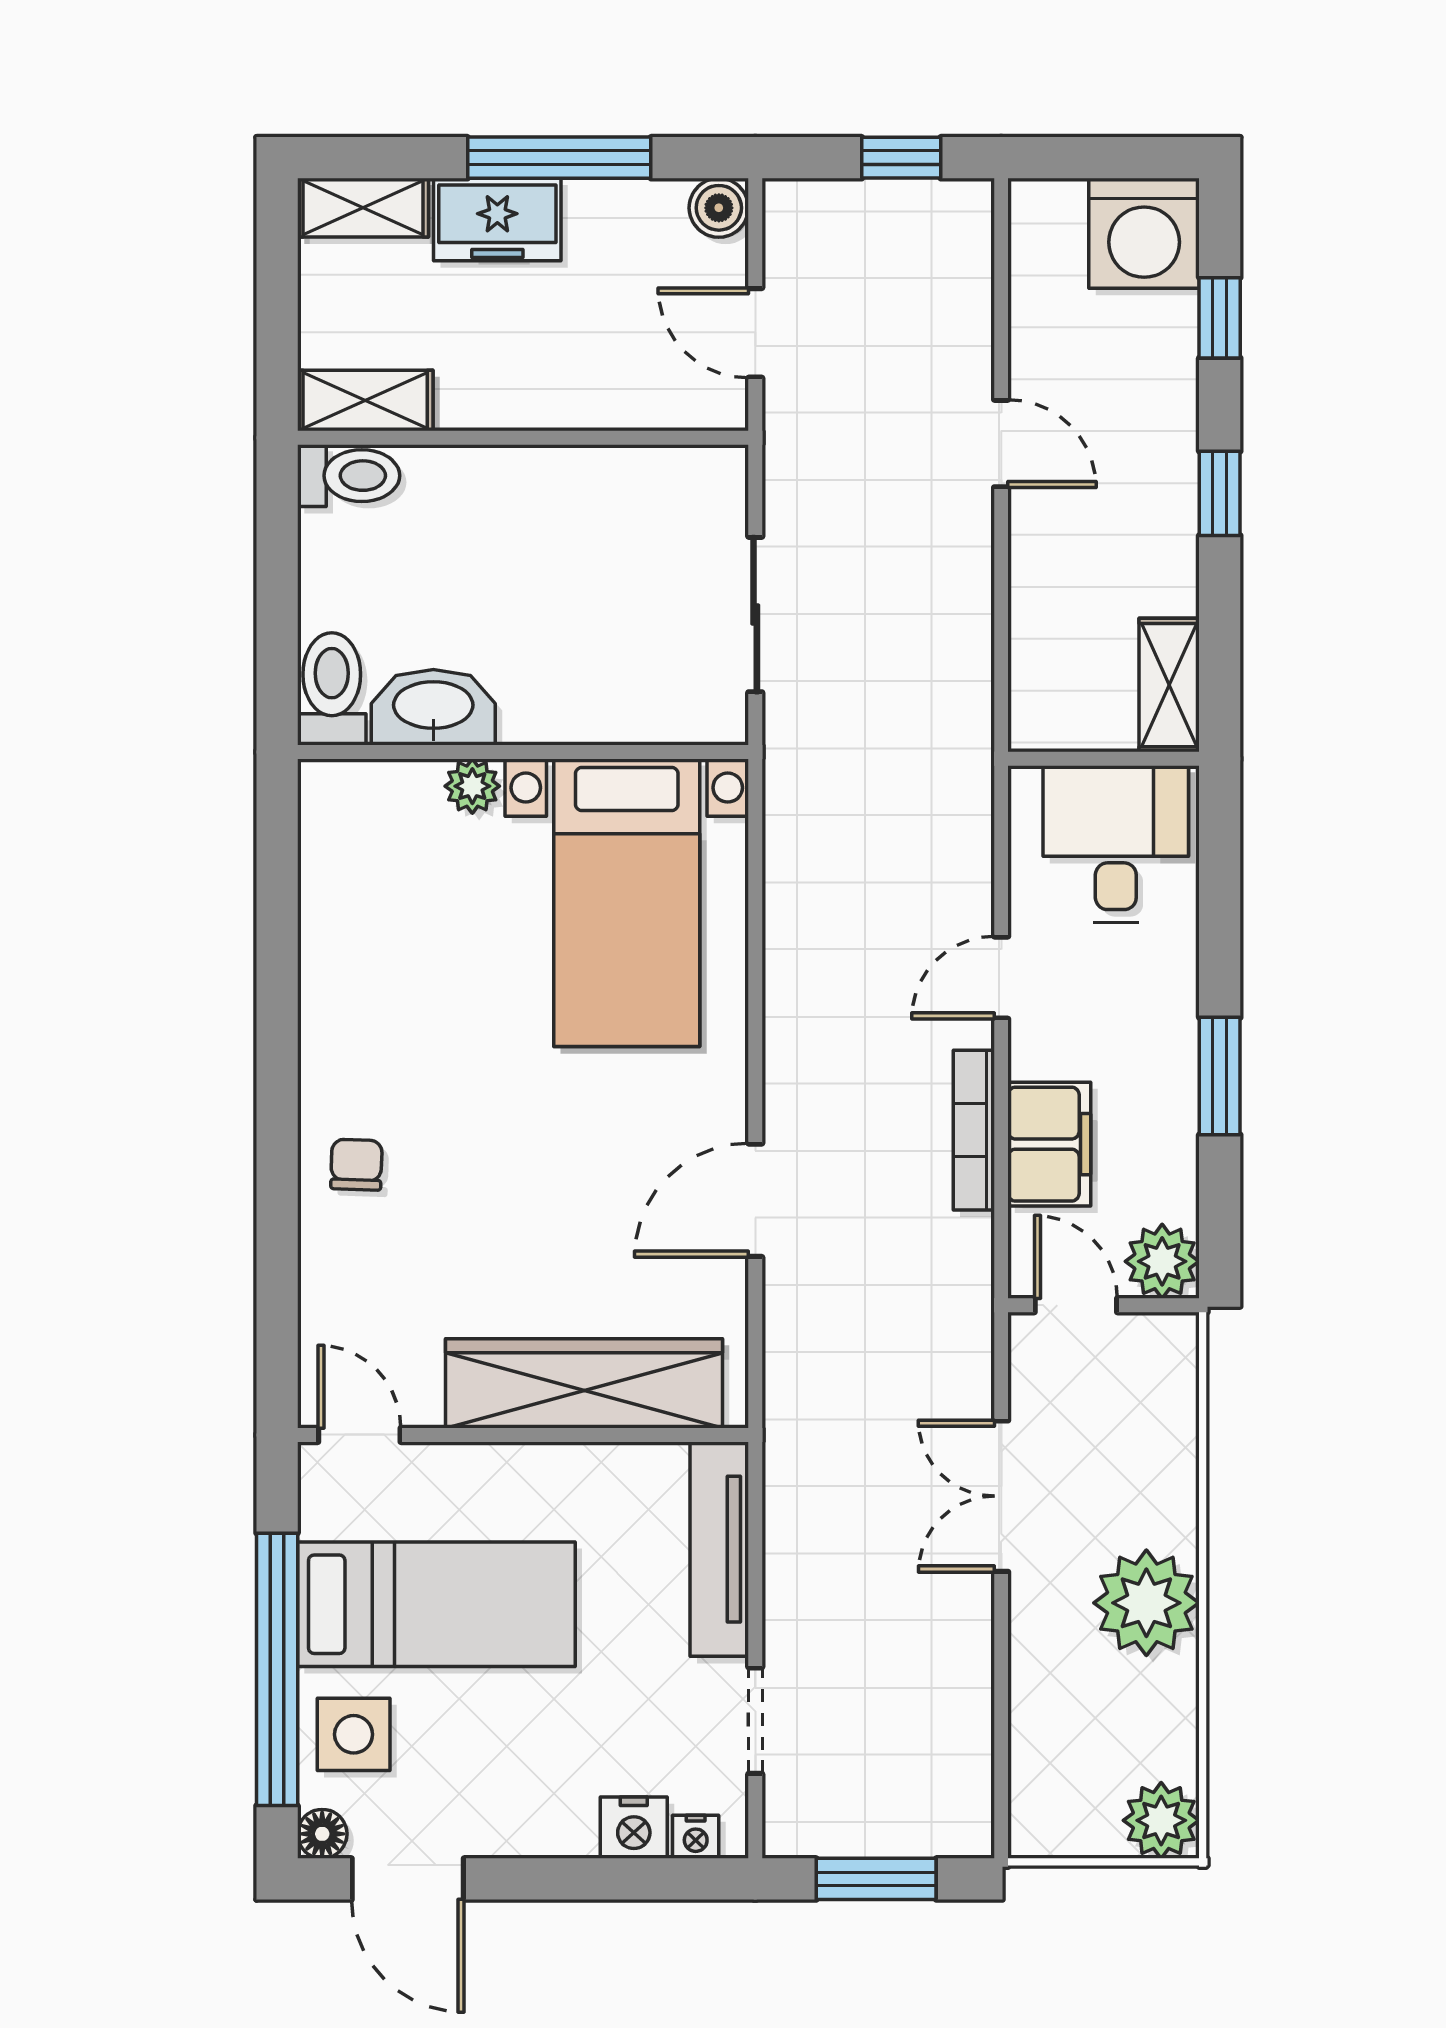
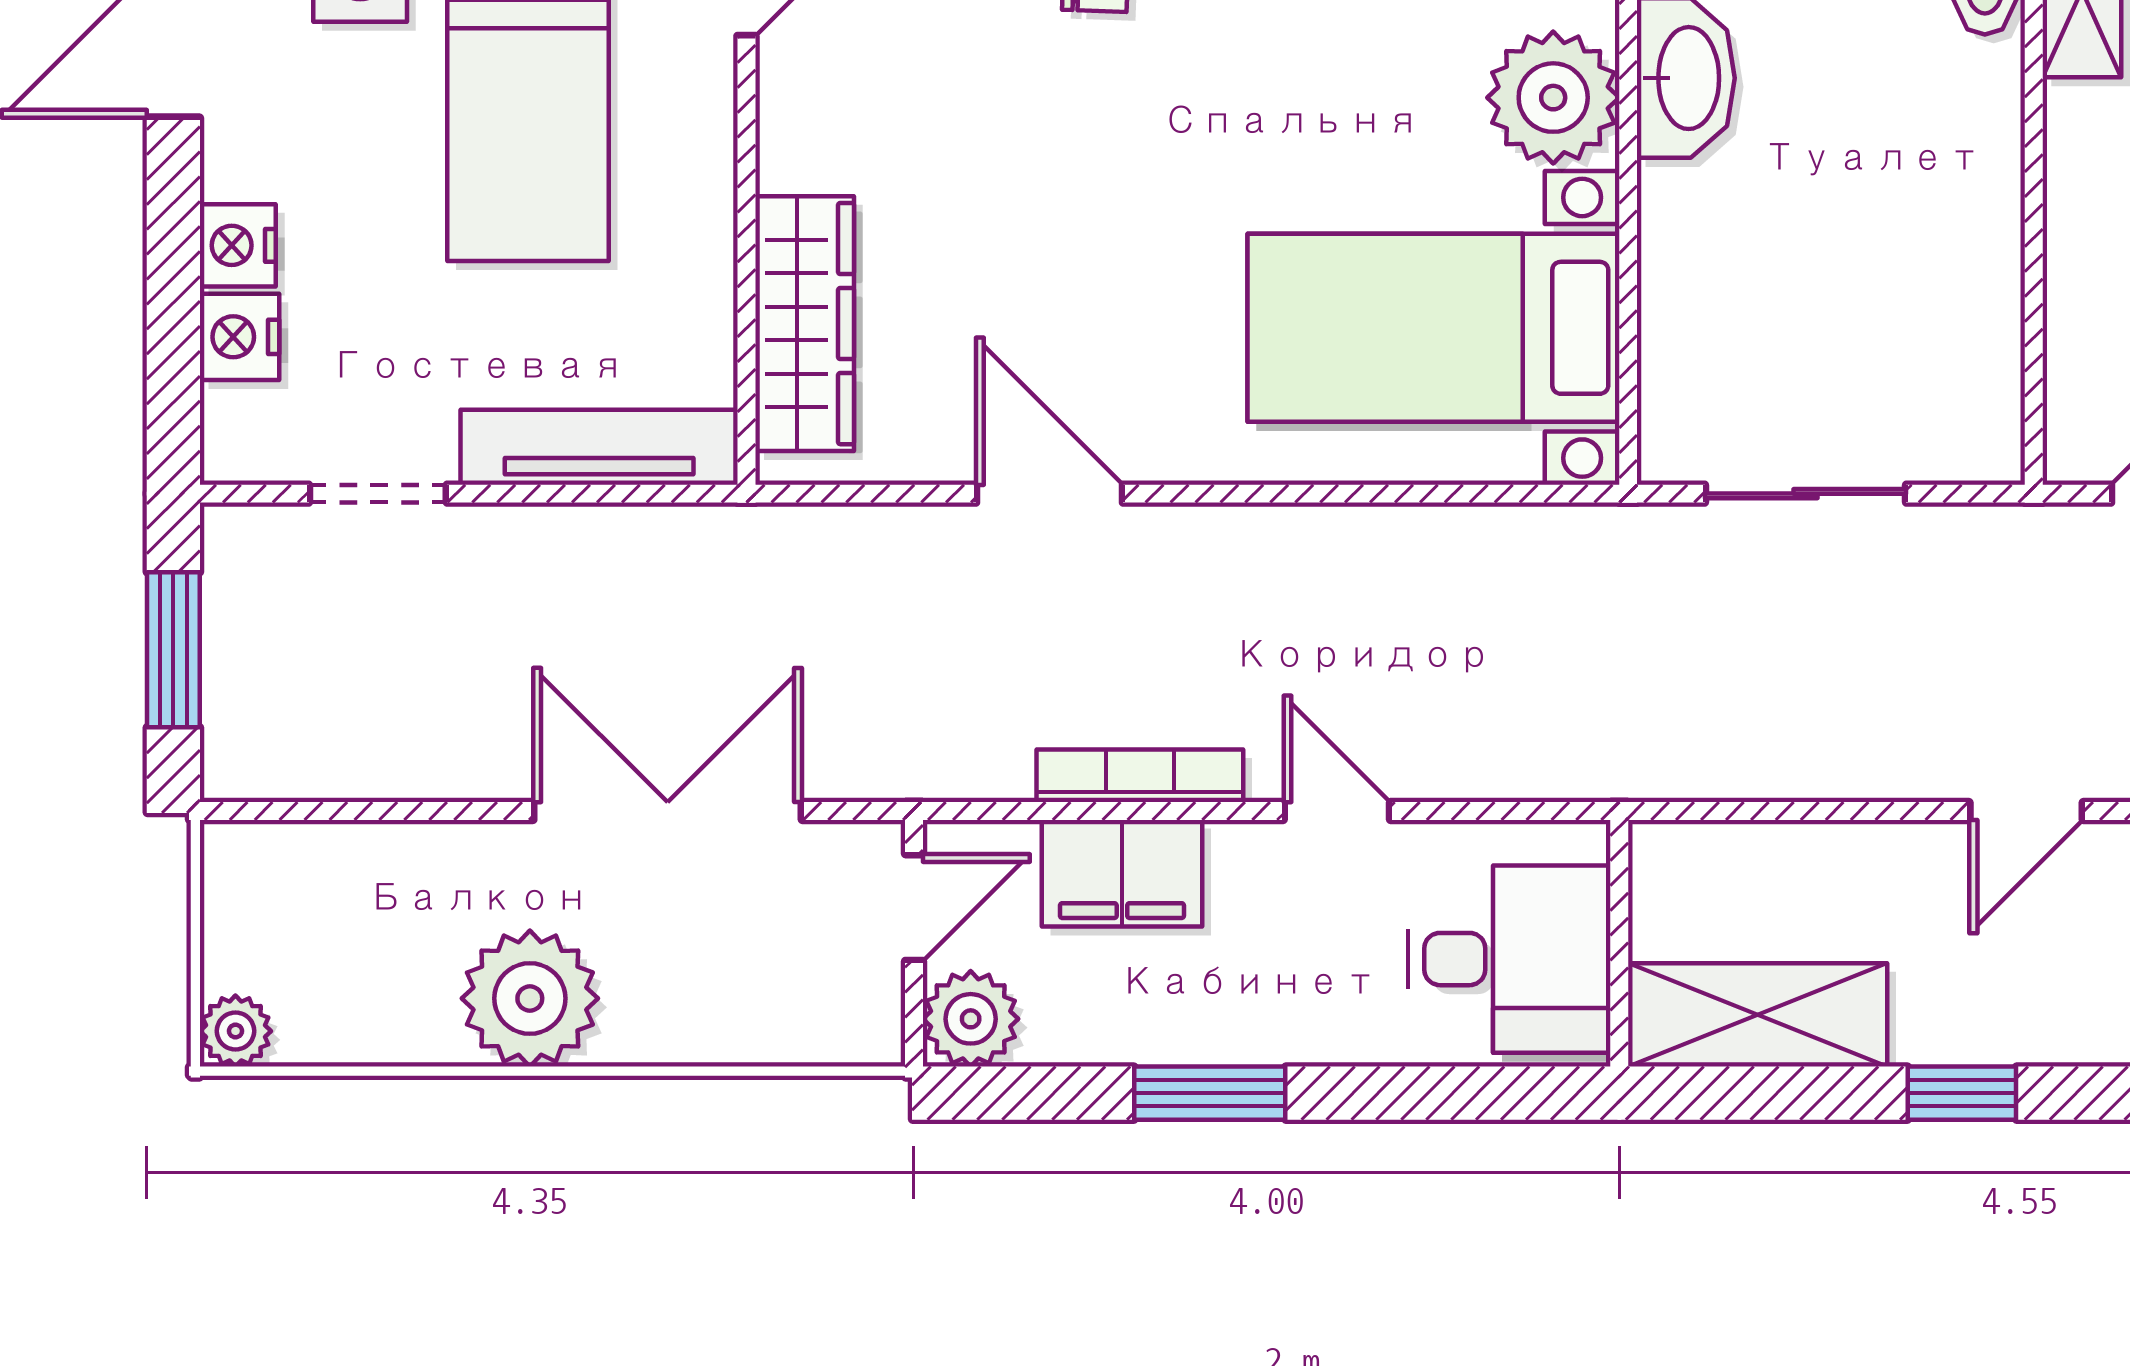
shelving: (1169, 685) -> (1758, 1015), width x1.50, depth x1.33
plant: (472, 786) -> (1553, 98), width x1.87, depth x1.87
wardrobe: (584, 1383) -> (805, 324), width x0.71, depth x0.85
double door: (1001, 1496) -> (668, 811), width x1.37
plant: (1161, 1820) -> (235, 1031), width x0.73, depth x0.73
nightstand: (696, 1837) -> (238, 245), moved, width x1.39, depth x1.35

